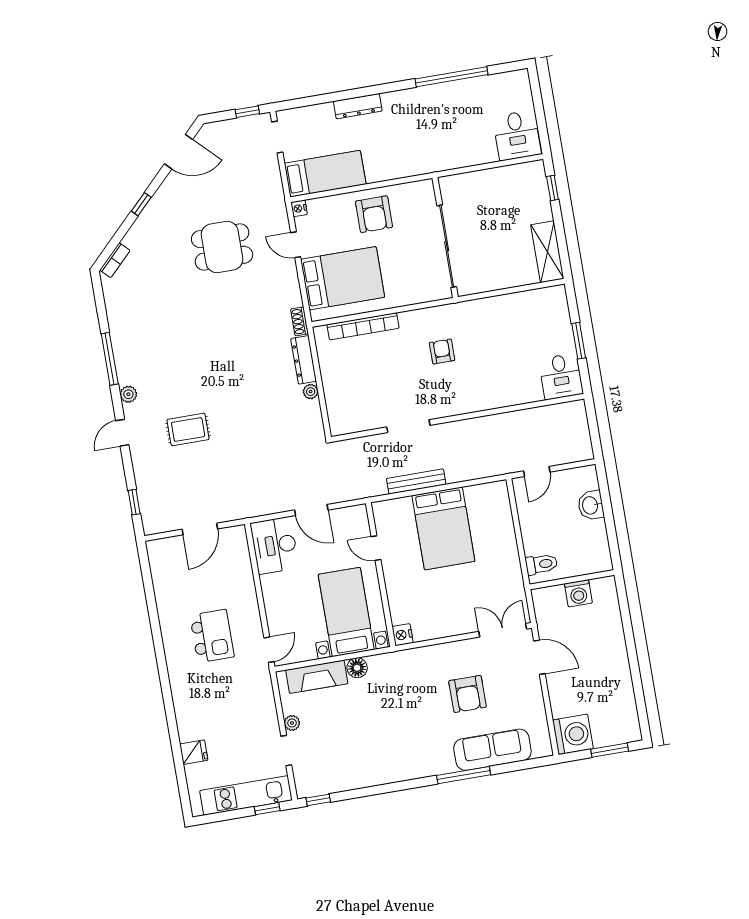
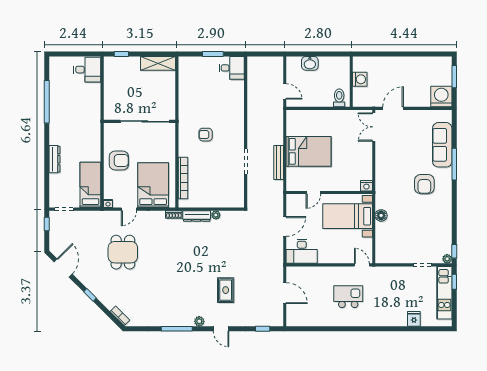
fireplace: (317, 677) -> (382, 240), removed
armchair: (468, 694) -> (424, 184), moved, turned 90
plant: (292, 723) -> (447, 259), moved

